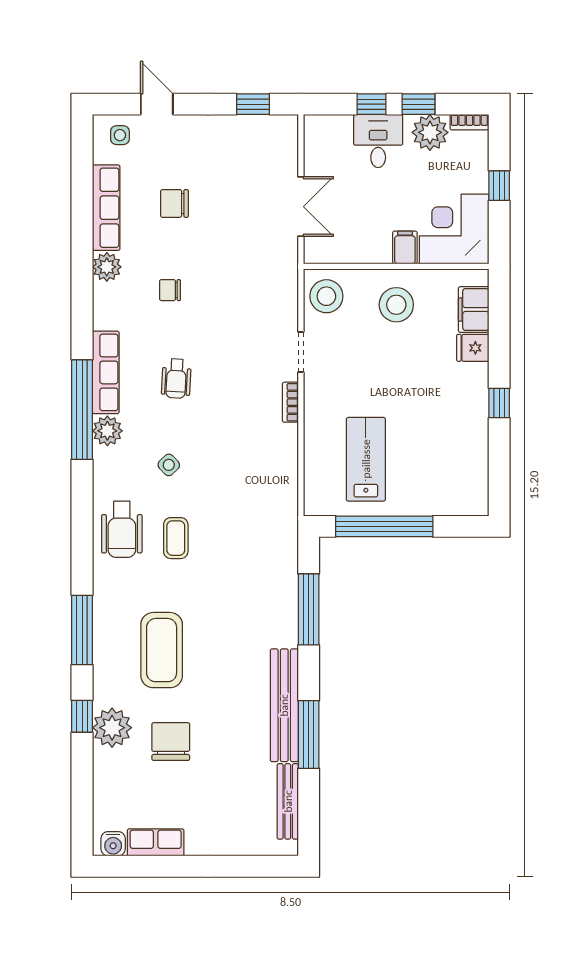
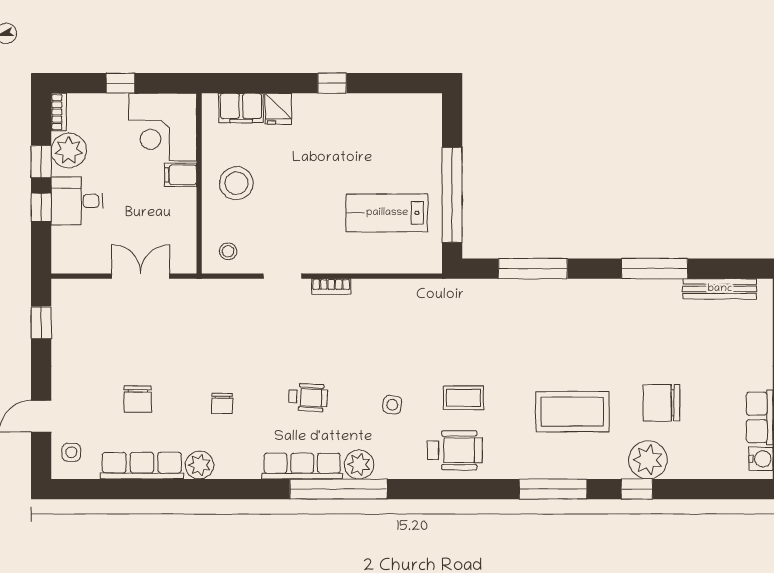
stool: (326, 296) -> (228, 251), width x0.53, depth x0.53
side table: (169, 465) -> (392, 405), turned -37
bench: (284, 705) -> (626, 292), removed

